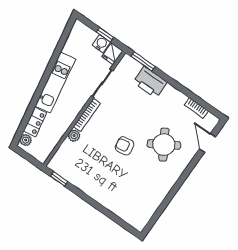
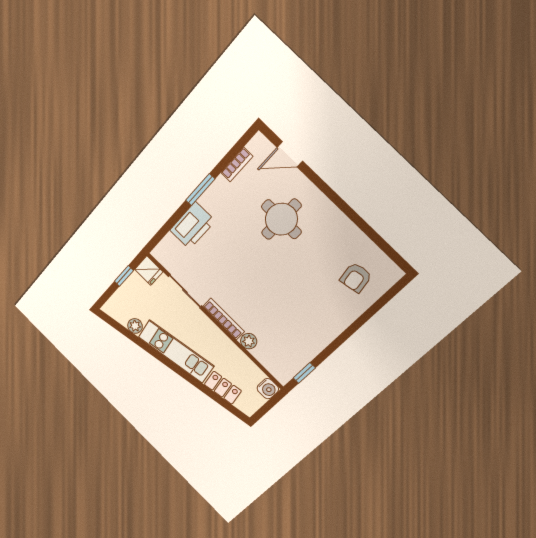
water cooler: (101, 44) -> (268, 389), moved, turned 180
window: (143, 61) -> (200, 190), moved
plant: (26, 140) -> (135, 326), moved
round table: (164, 145) -> (281, 219), turned 31
armchair: (125, 146) -> (356, 278), moved

